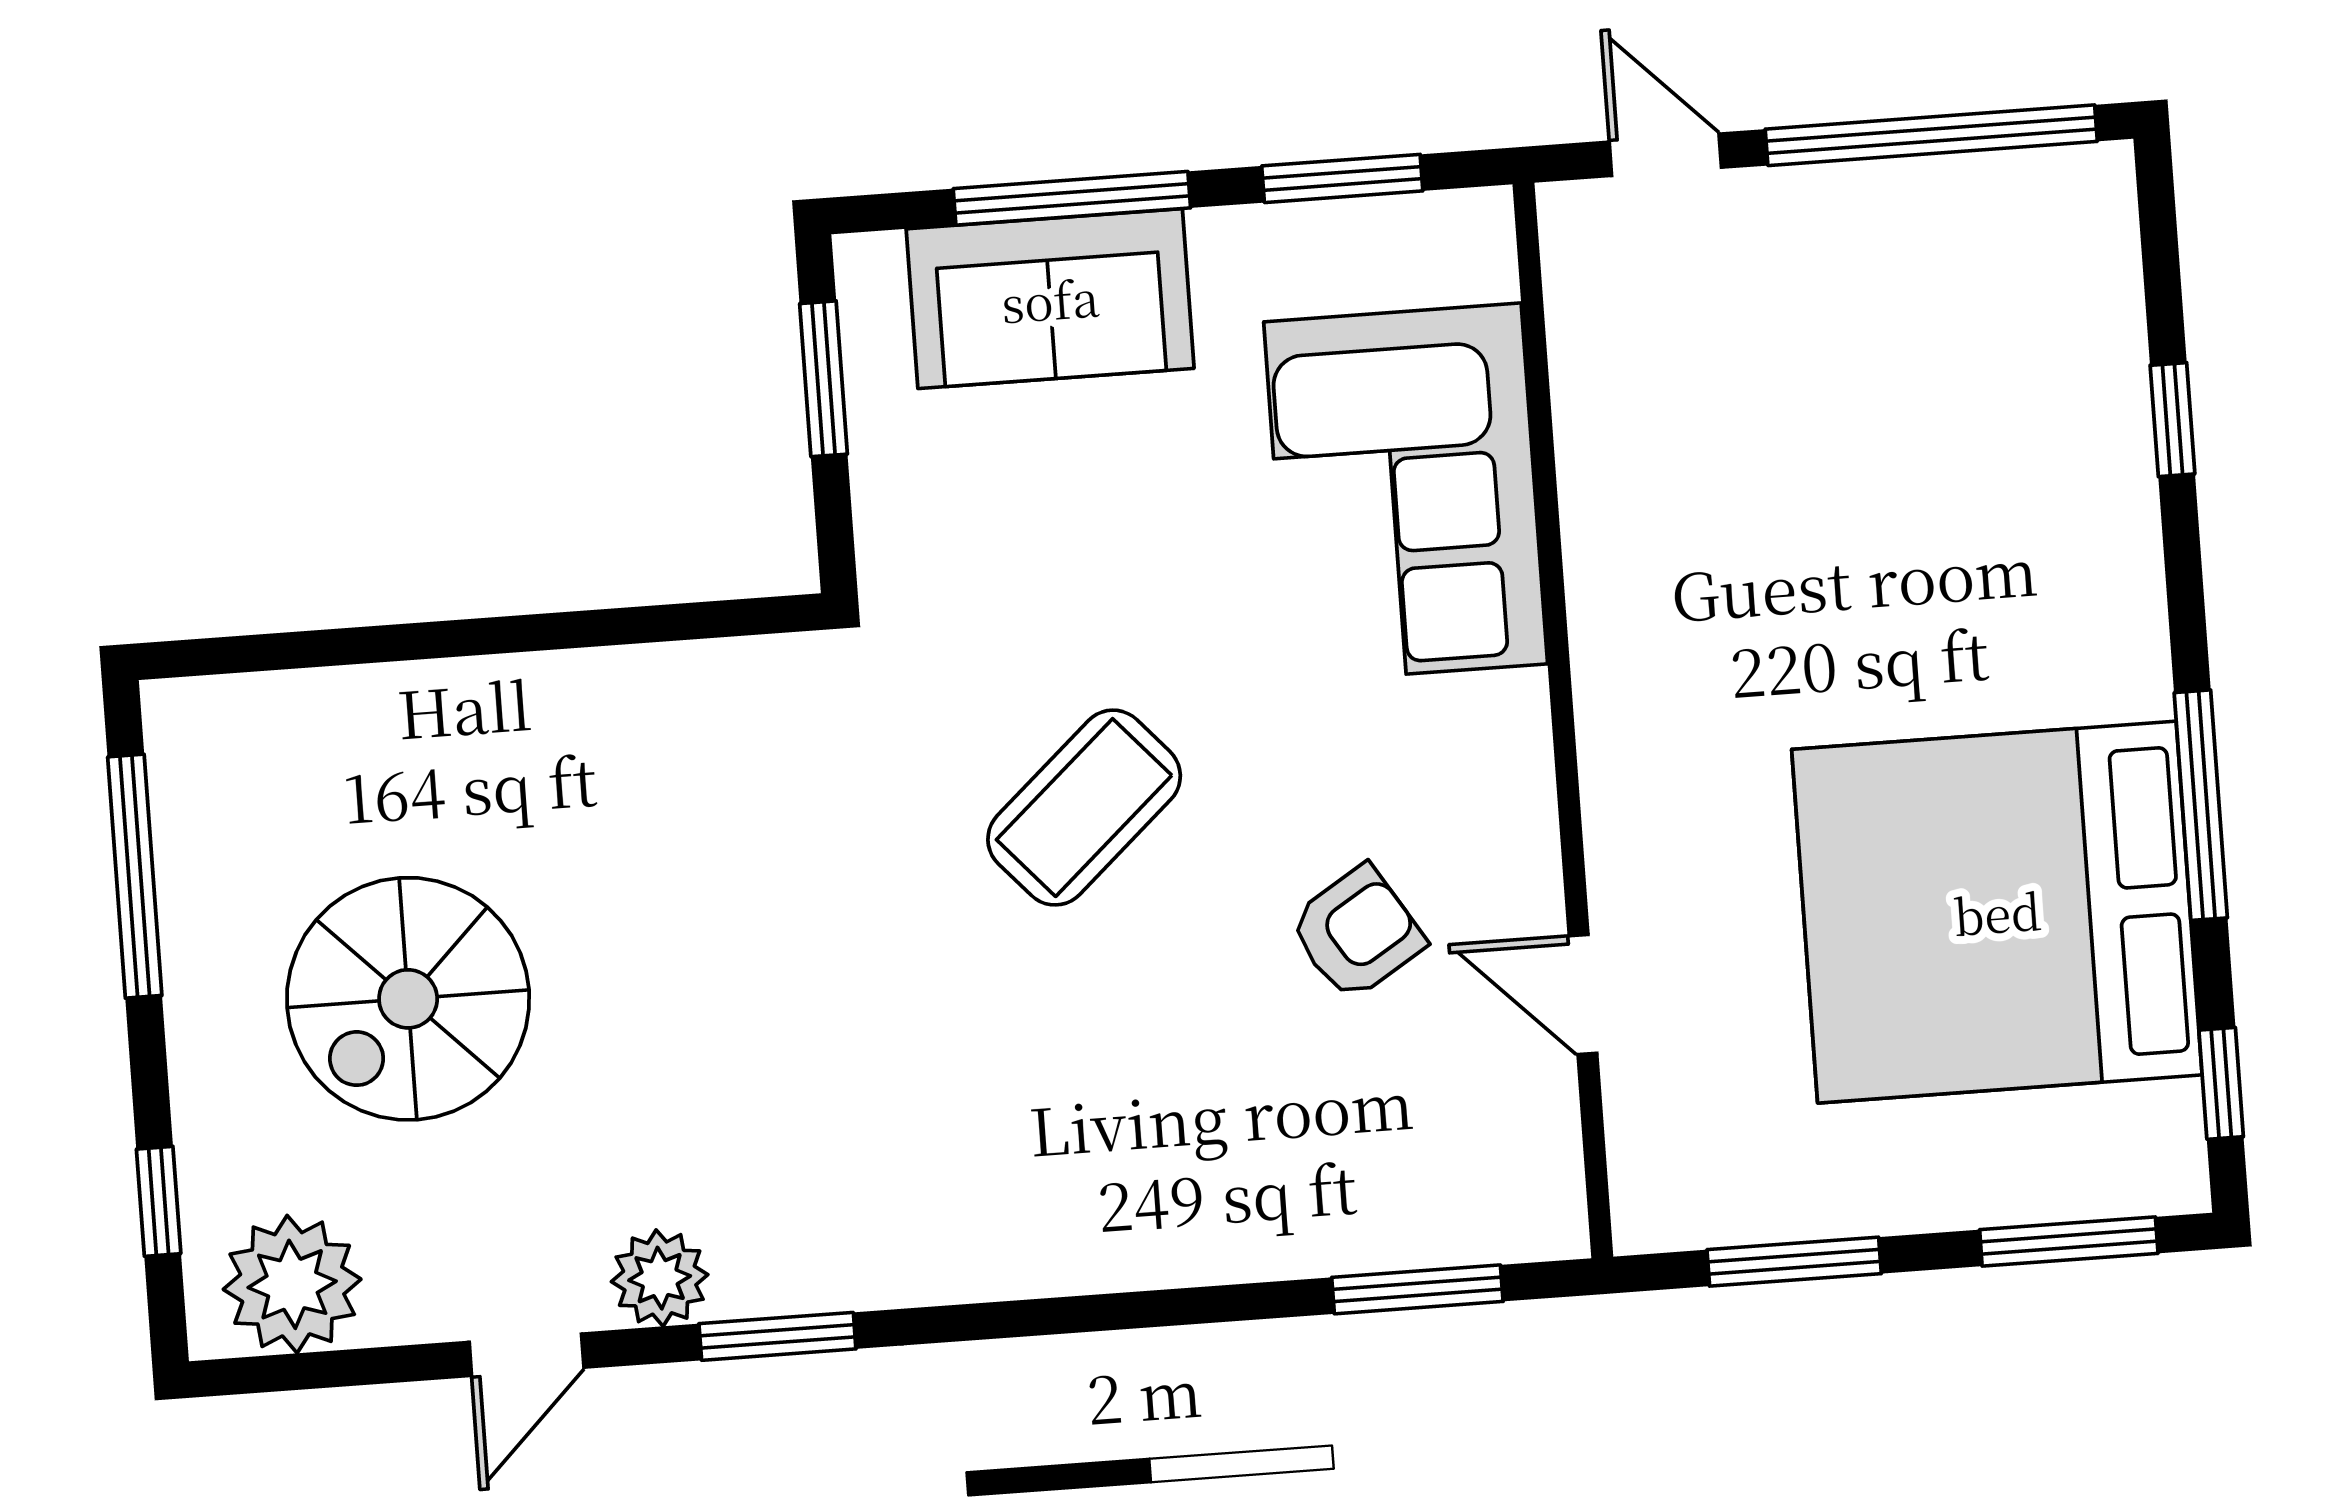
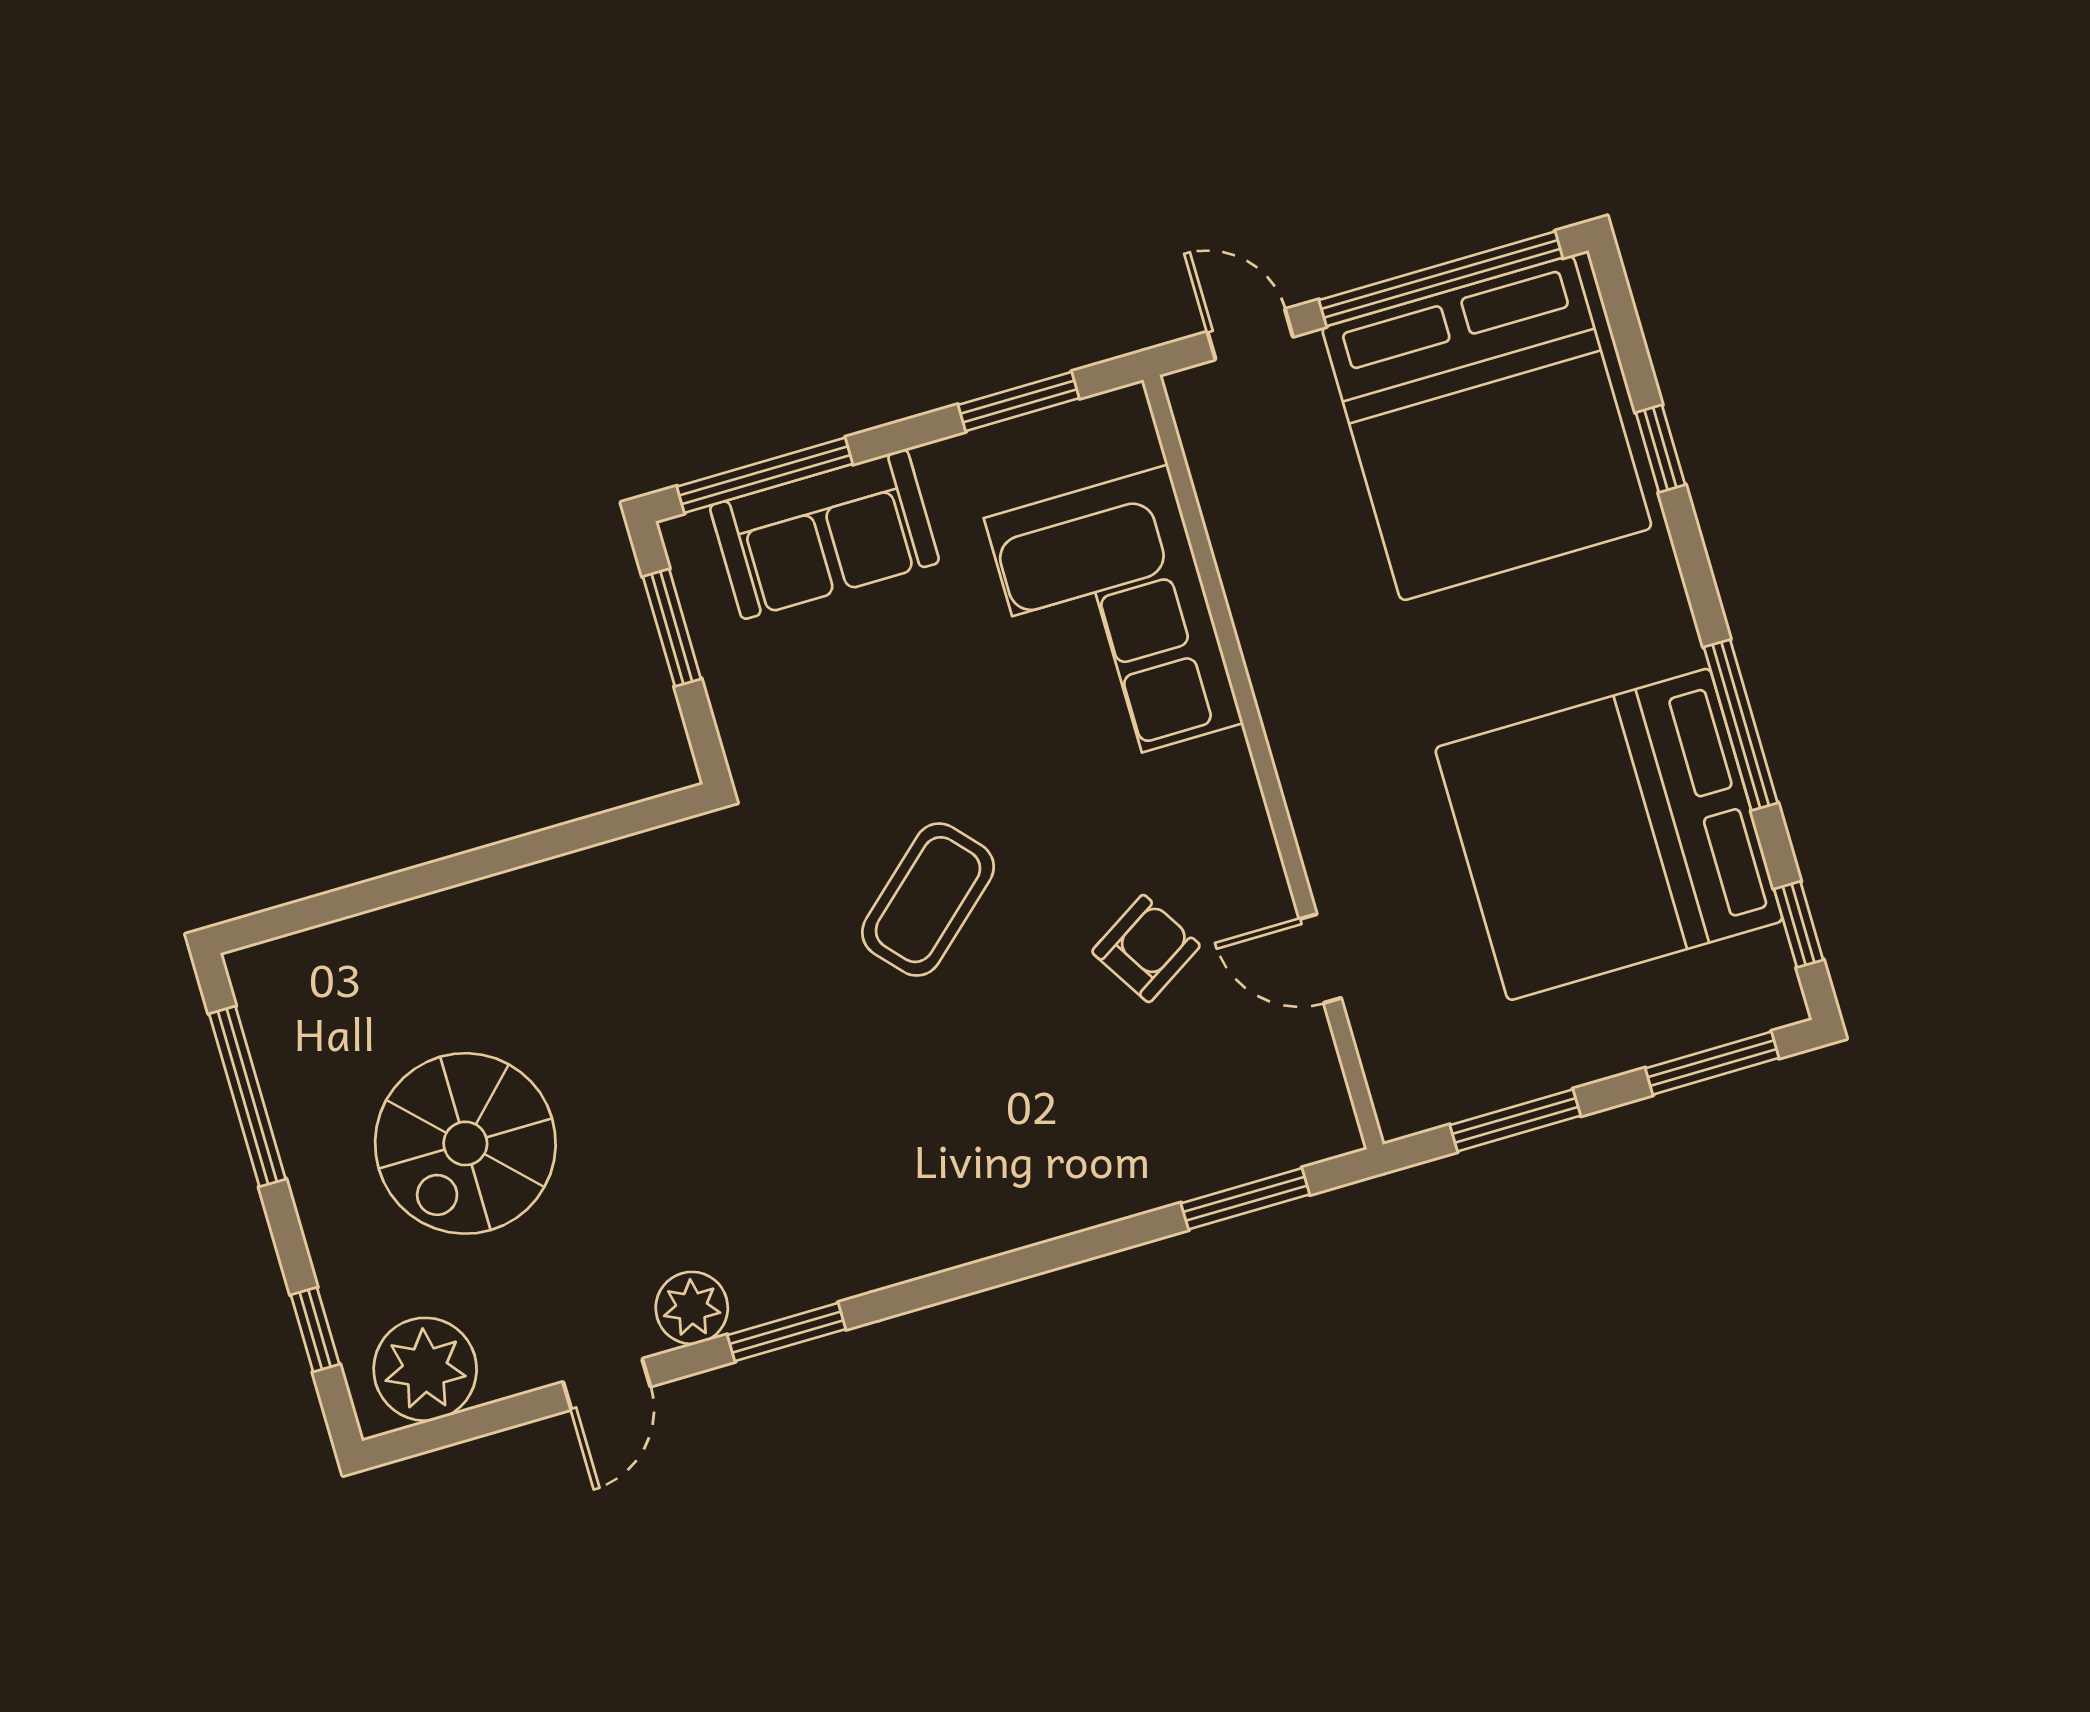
window: (1072, 198) -> (765, 475), moved
bed: (1950, 344) -> (1487, 428), added

